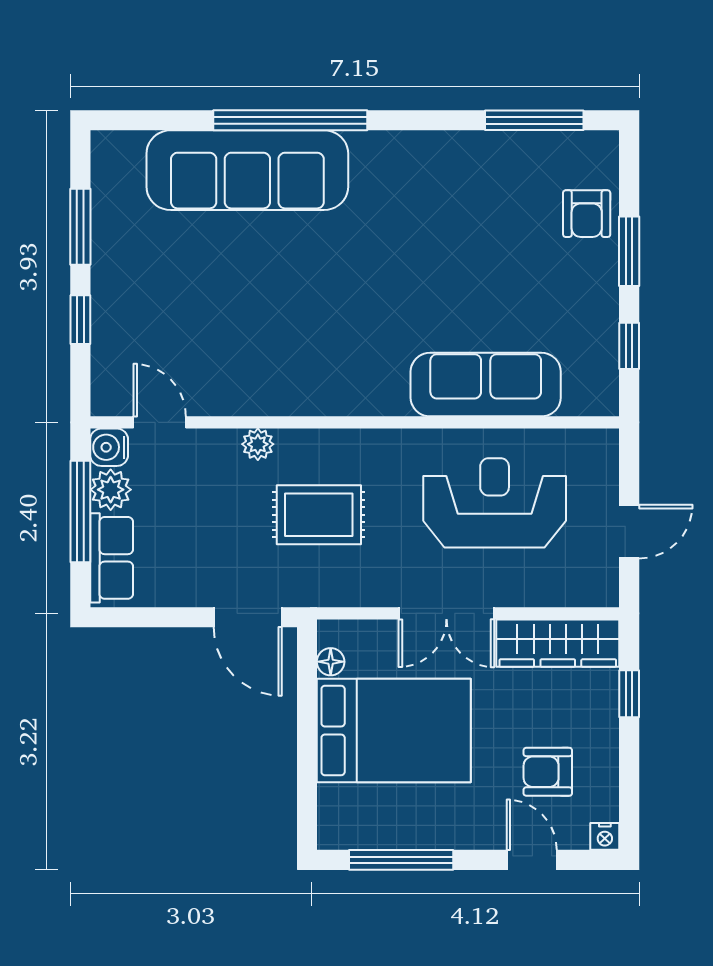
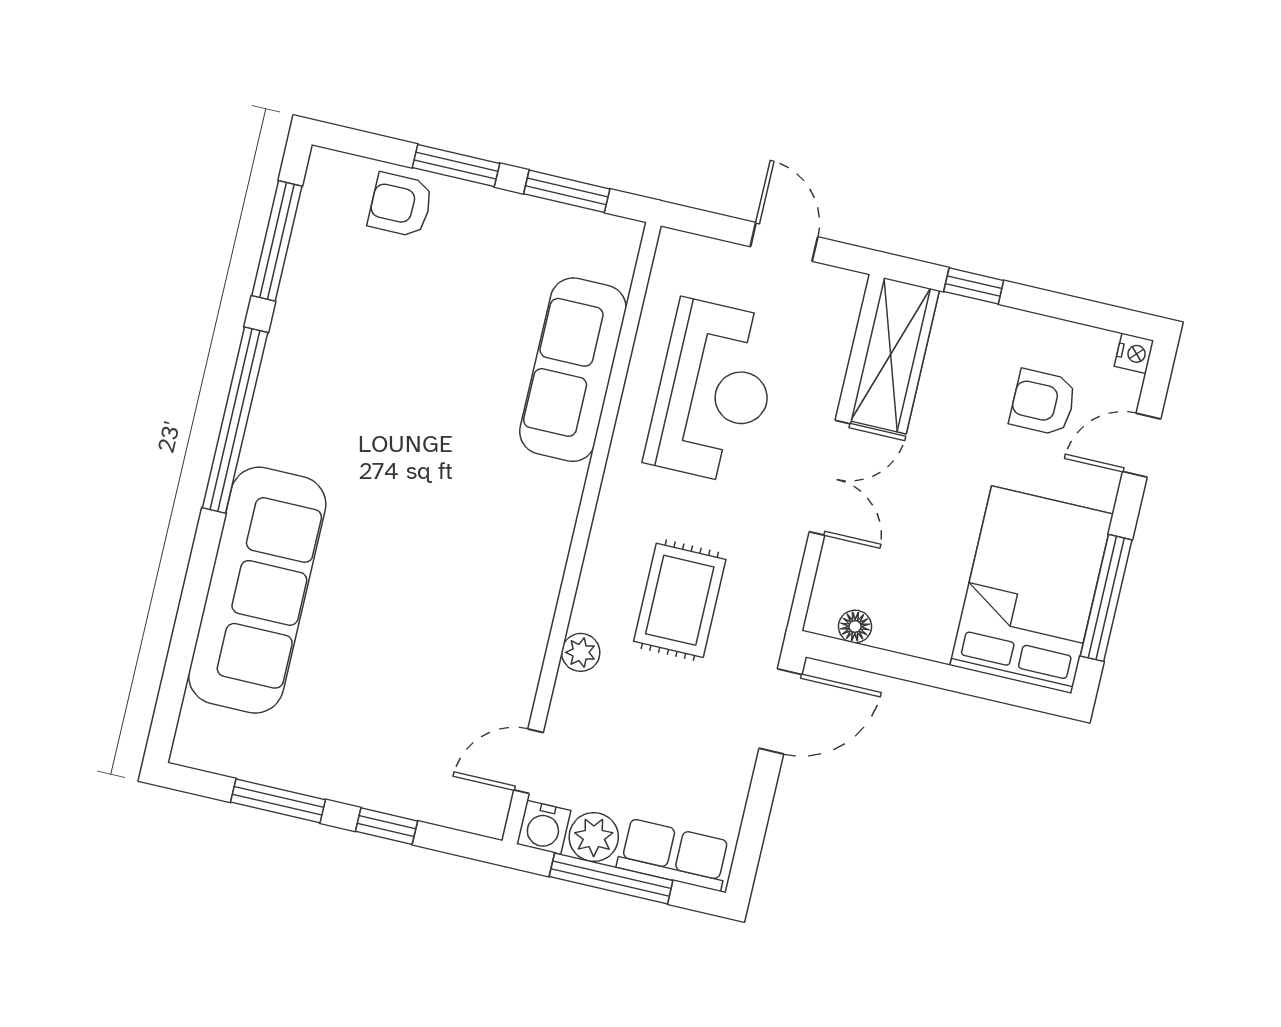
window: (290, 120) -> (235, 420), moved
armchair: (587, 214) -> (400, 205), turned 180
window: (629, 346) -> (567, 191), width x1.50
reception desk: (495, 503) -> (714, 391), turned 180
bed: (394, 730) -> (1031, 590), moved
armchair: (548, 772) -> (1043, 402), turned 90

